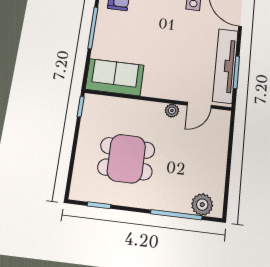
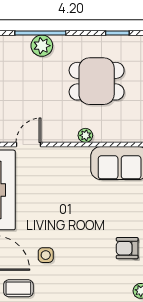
plant: (172, 111) -> (85, 135), moved
plant: (202, 205) -> (42, 46), moved

